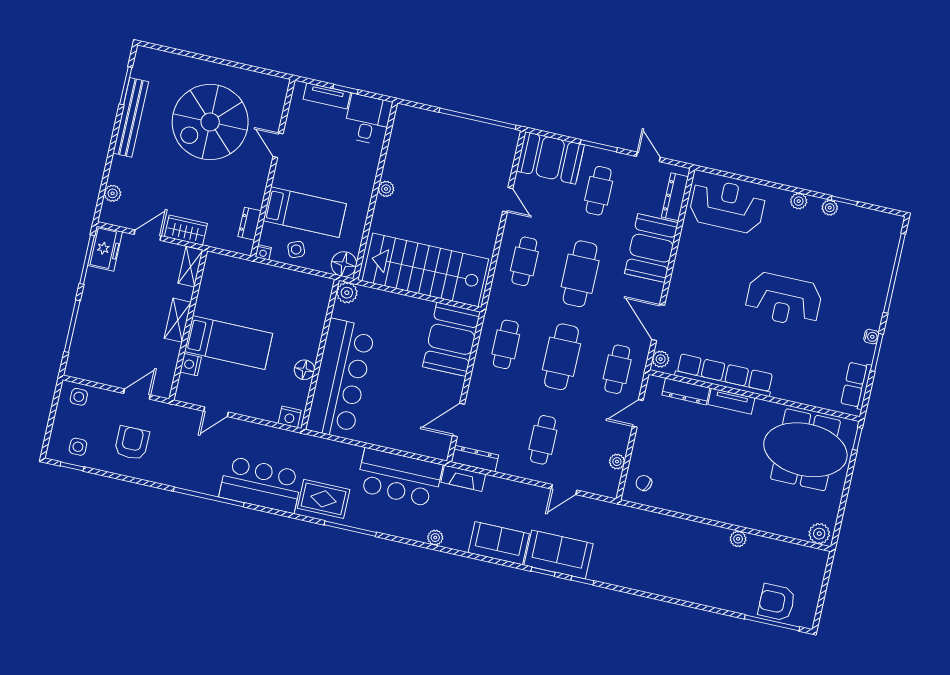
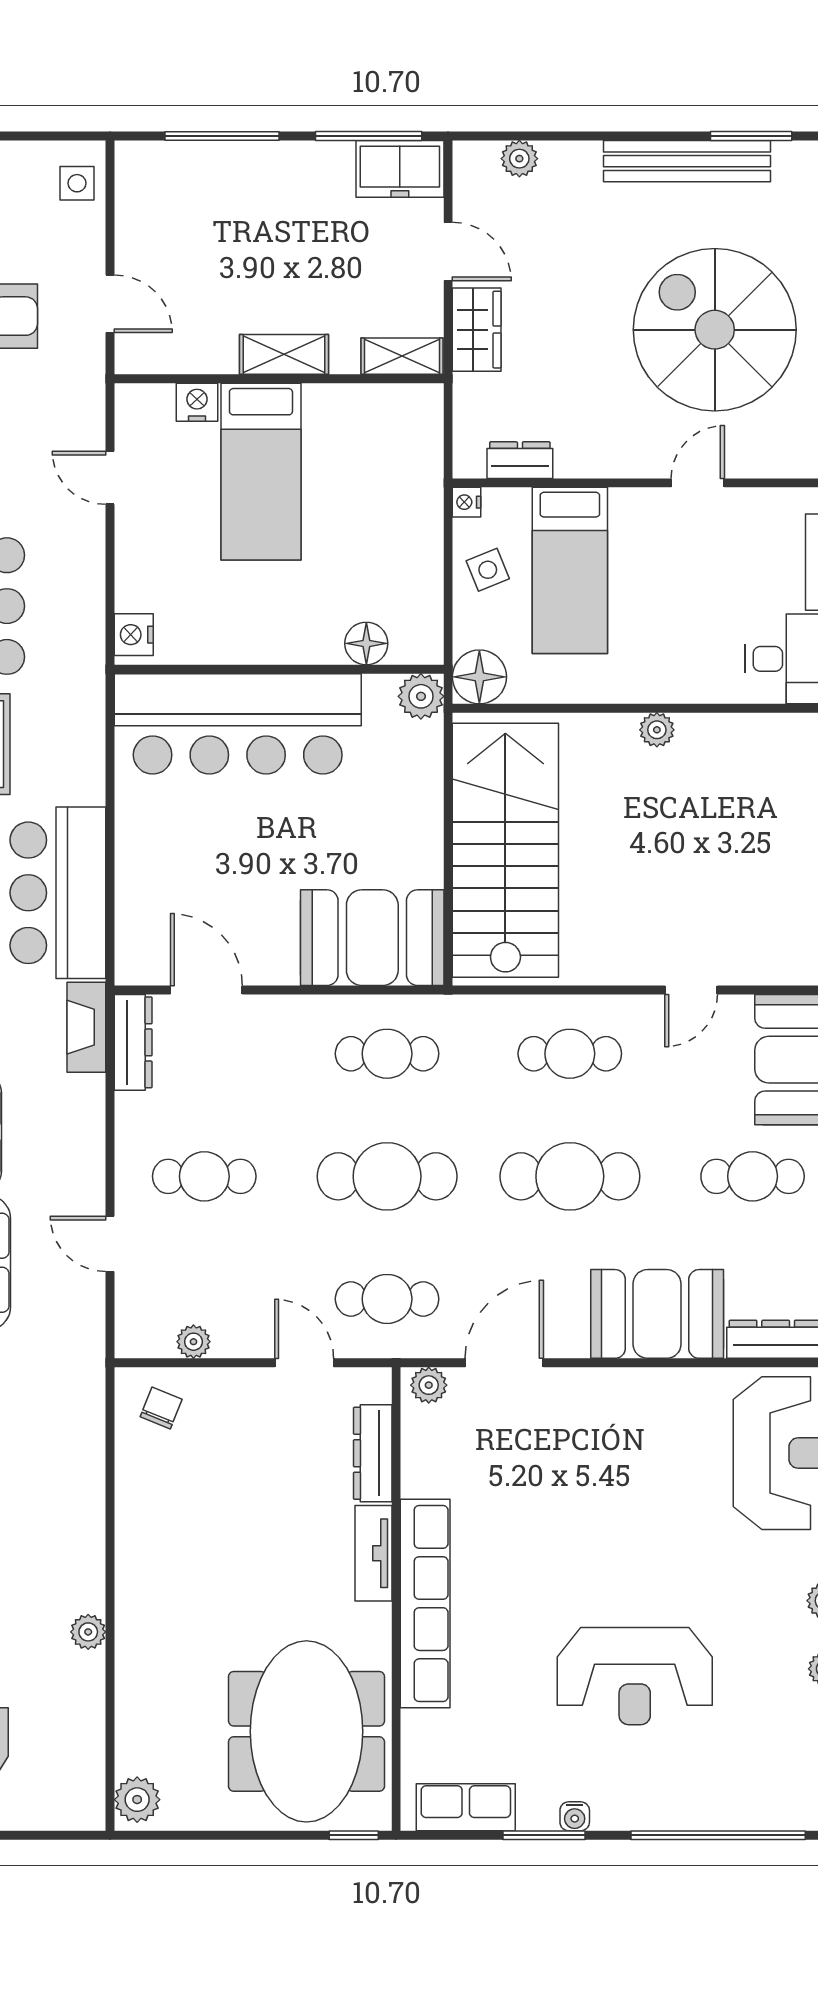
reception desk: (784, 300) -> (635, 1676), moved, turned -90
floor lamp: (304, 370) -> (366, 643), moved
row of seats: (724, 375) -> (425, 1604), moved

